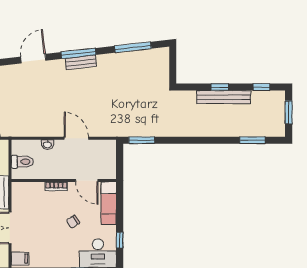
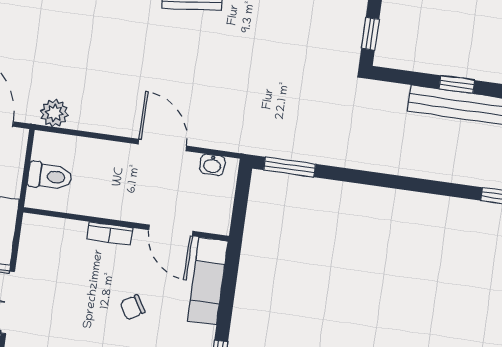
window: (173, 68) -> (370, 34), added
plant: (20, 130) -> (54, 113), added
washbasin: (47, 145) -> (212, 165), moved

